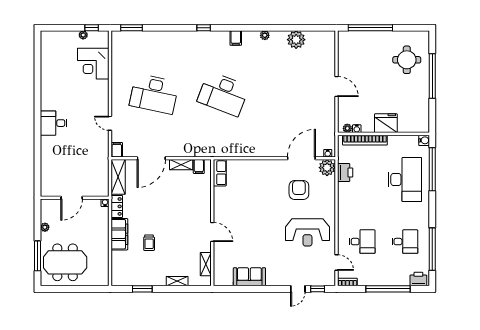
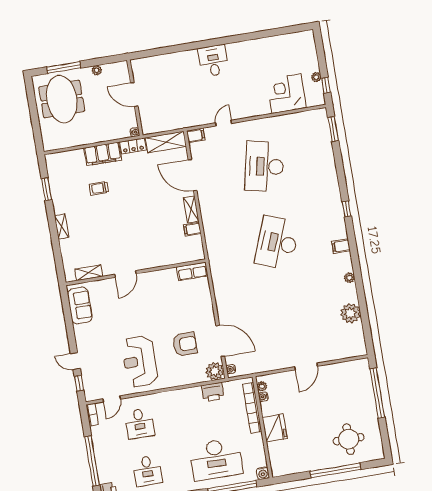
row of seats: (220, 173) -> (192, 271), moved
wall: (212, 223) -> (136, 272), moved
door: (212, 232) -> (125, 274), moved
shelving: (206, 264) -> (89, 273), moved

